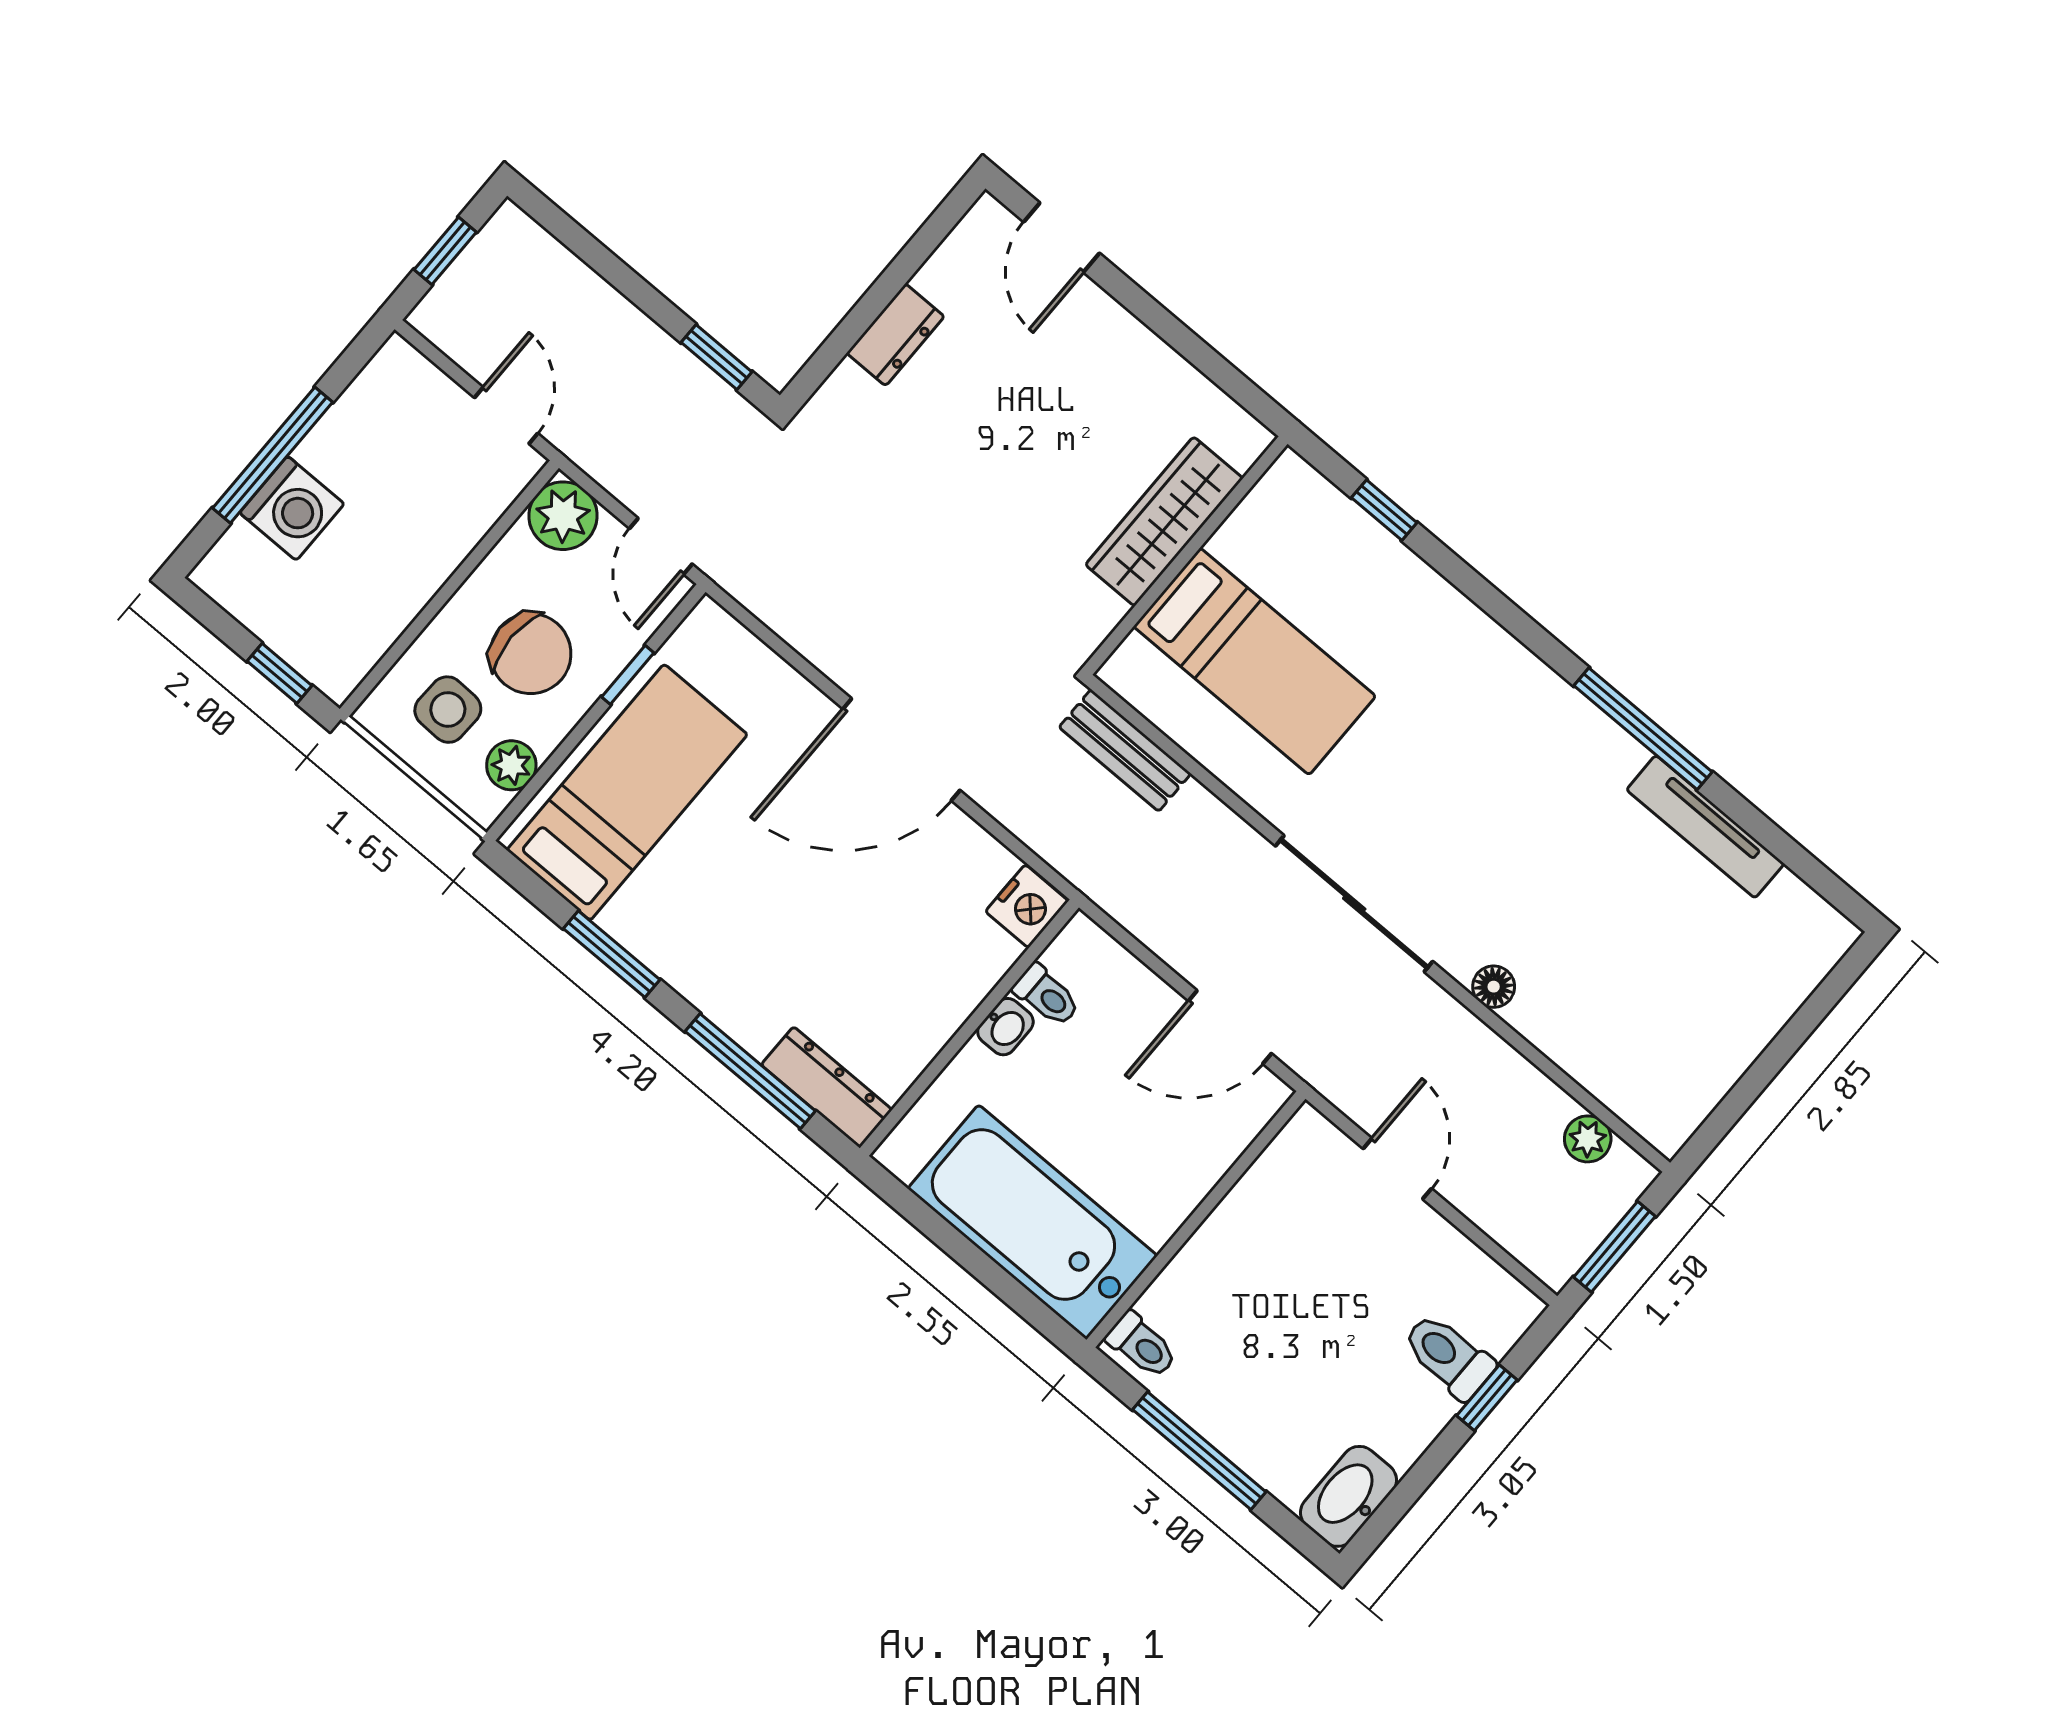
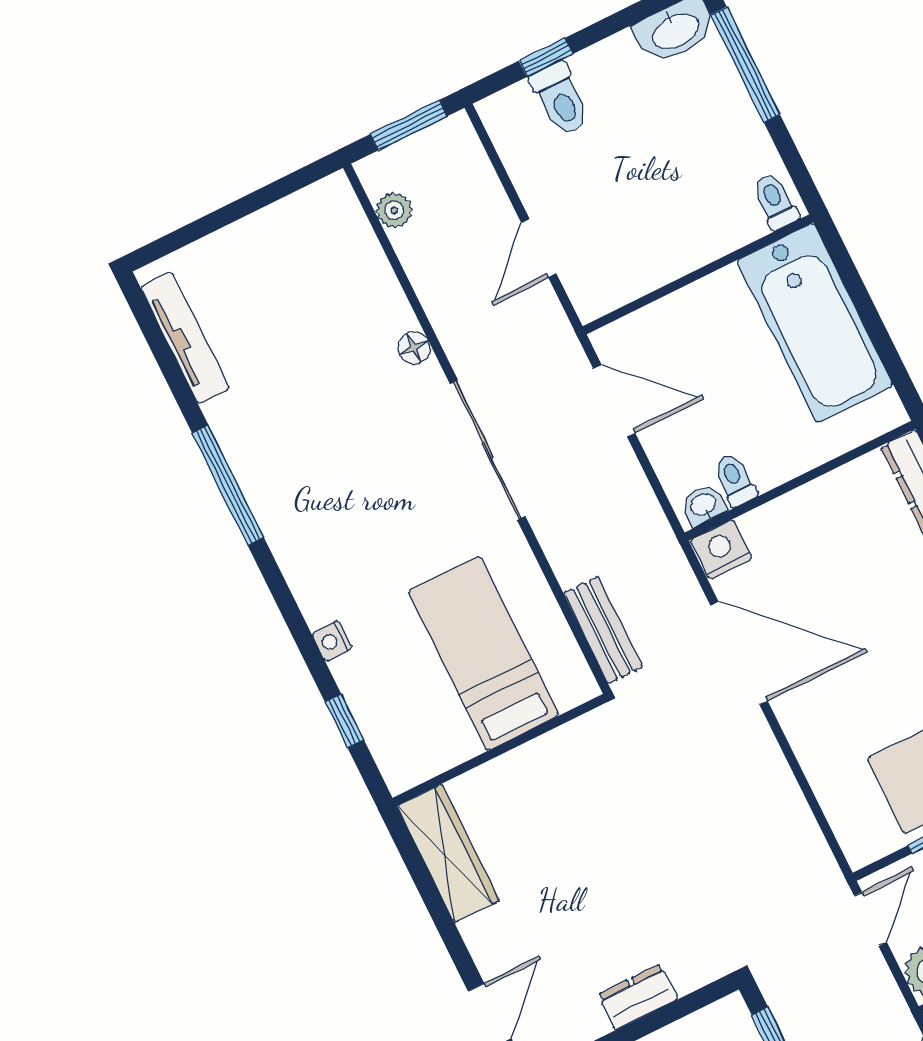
wardrobe: (1164, 521) -> (448, 853), moved, turned -90
nightstand: (1440, 598) -> (332, 641), added
door: (901, 750) -> (739, 653), moved
tv unit: (1705, 827) -> (185, 338), moved
washbasin: (1005, 1027) -> (704, 505), moved
window: (1199, 1451) -> (745, 64), moved

